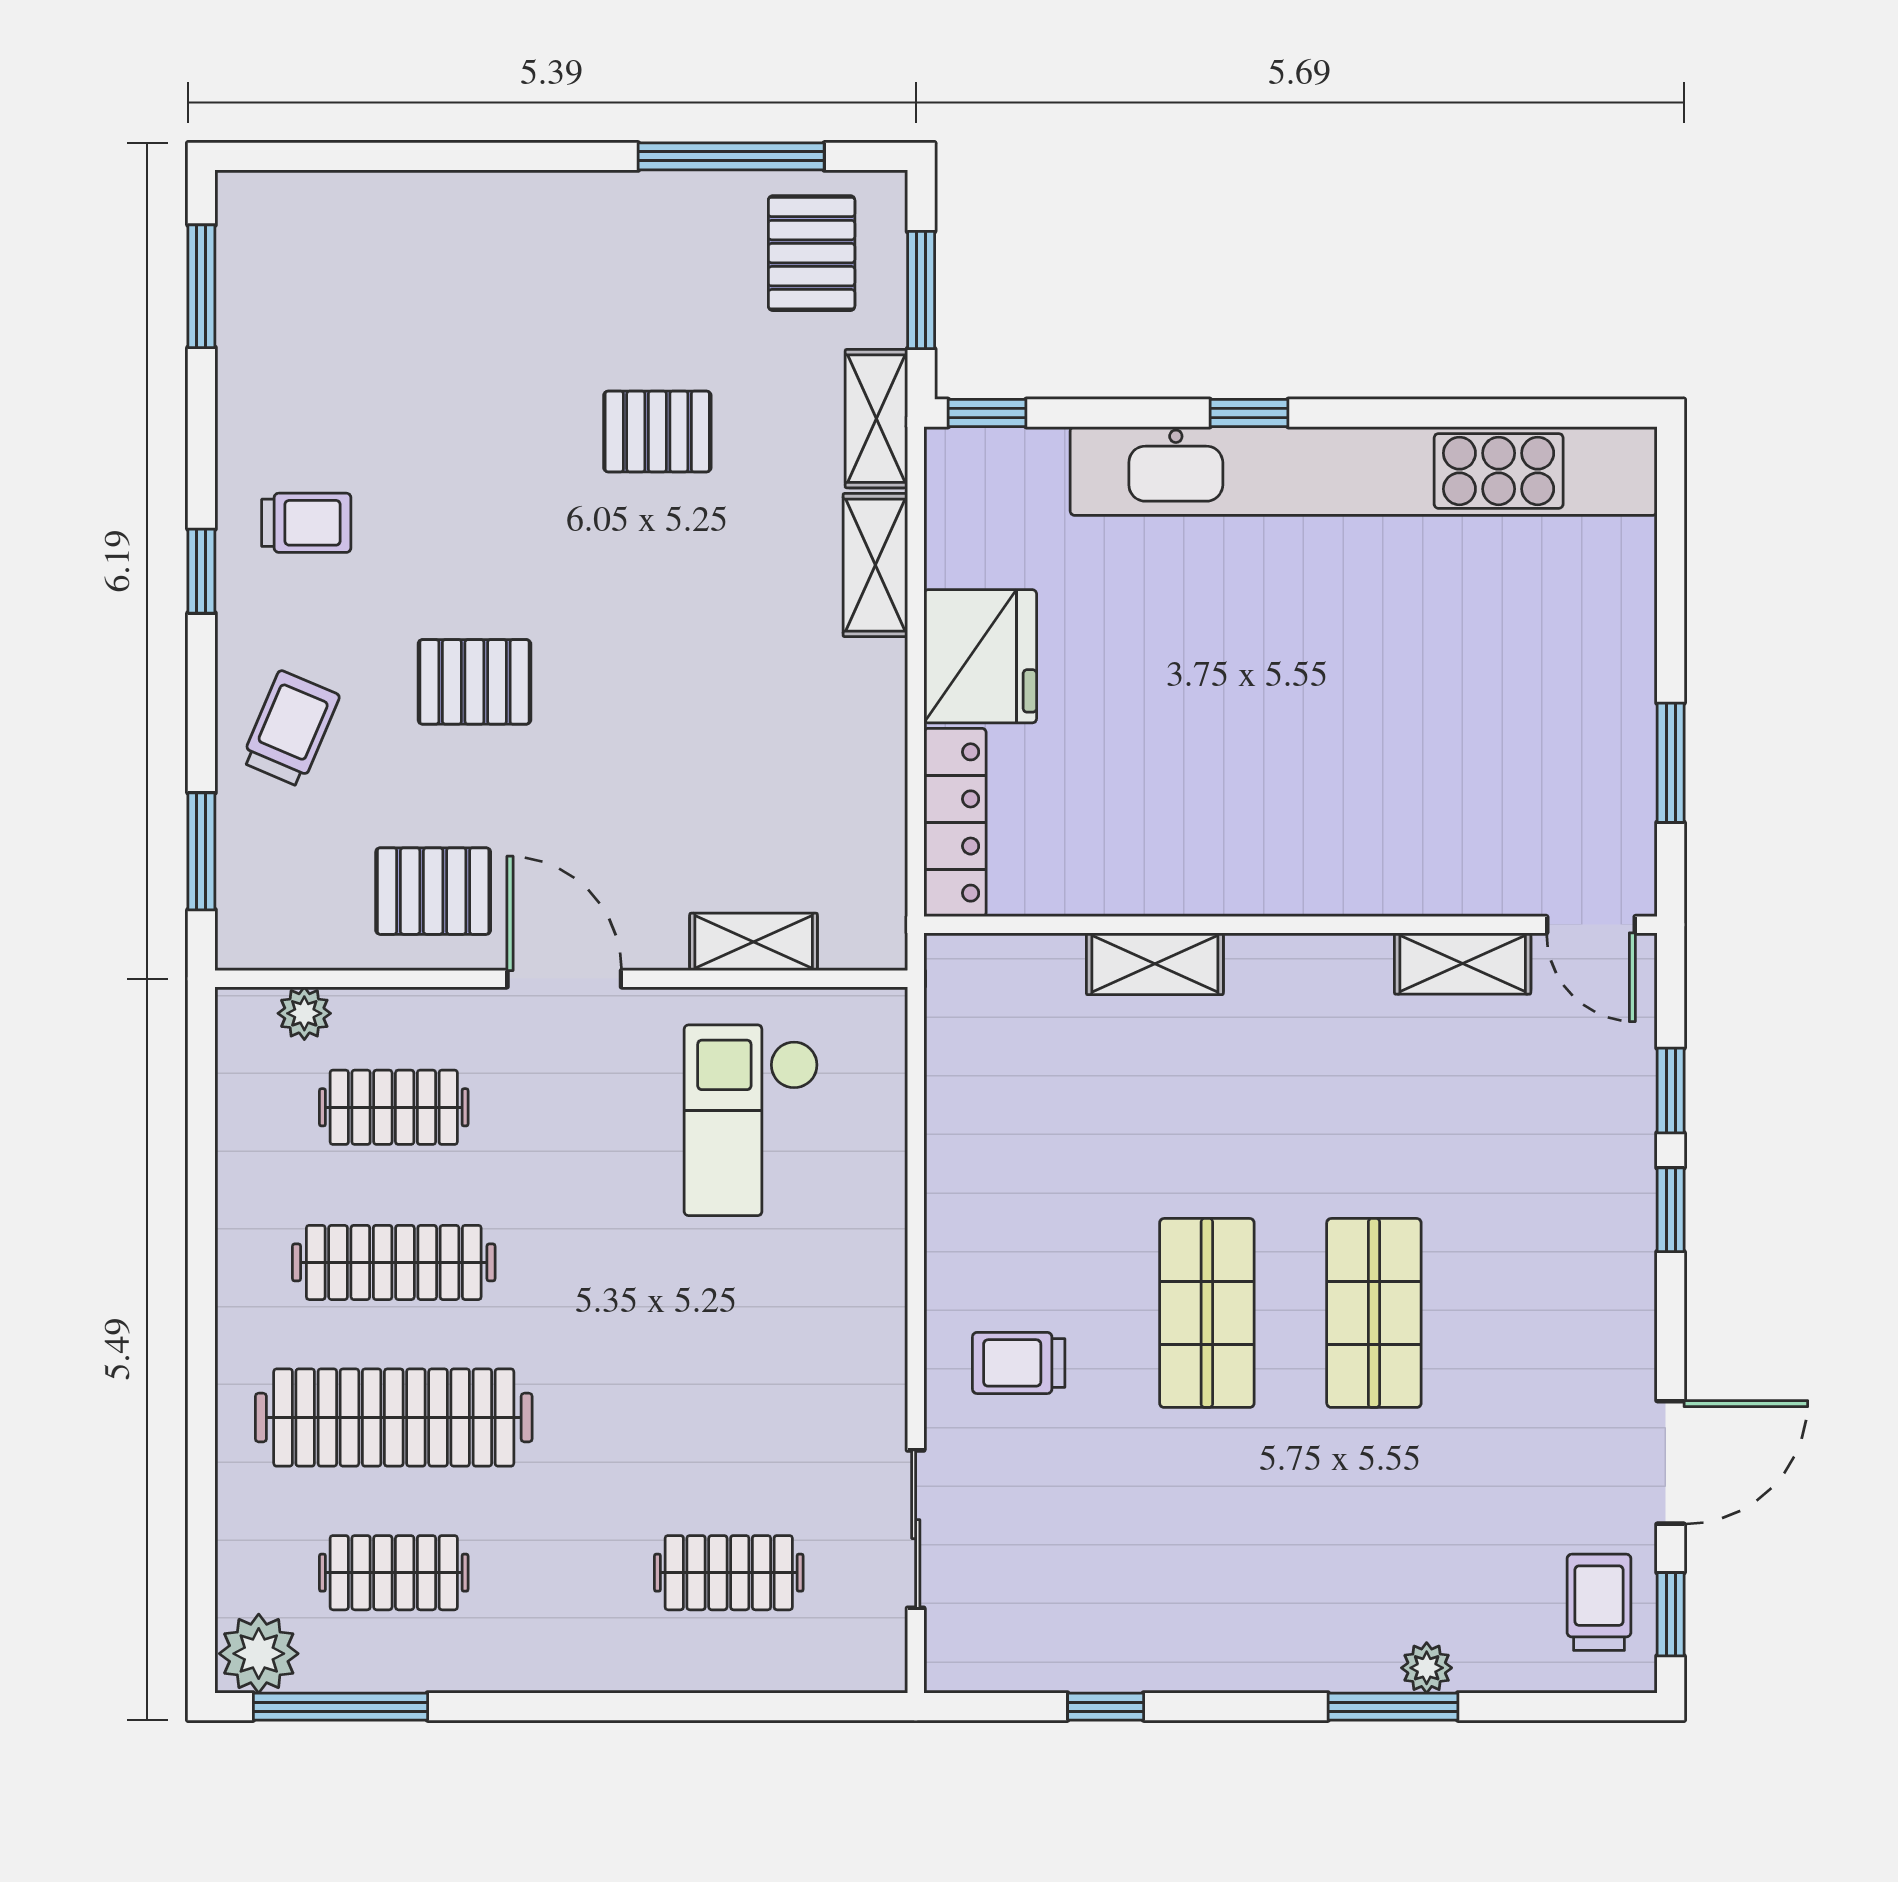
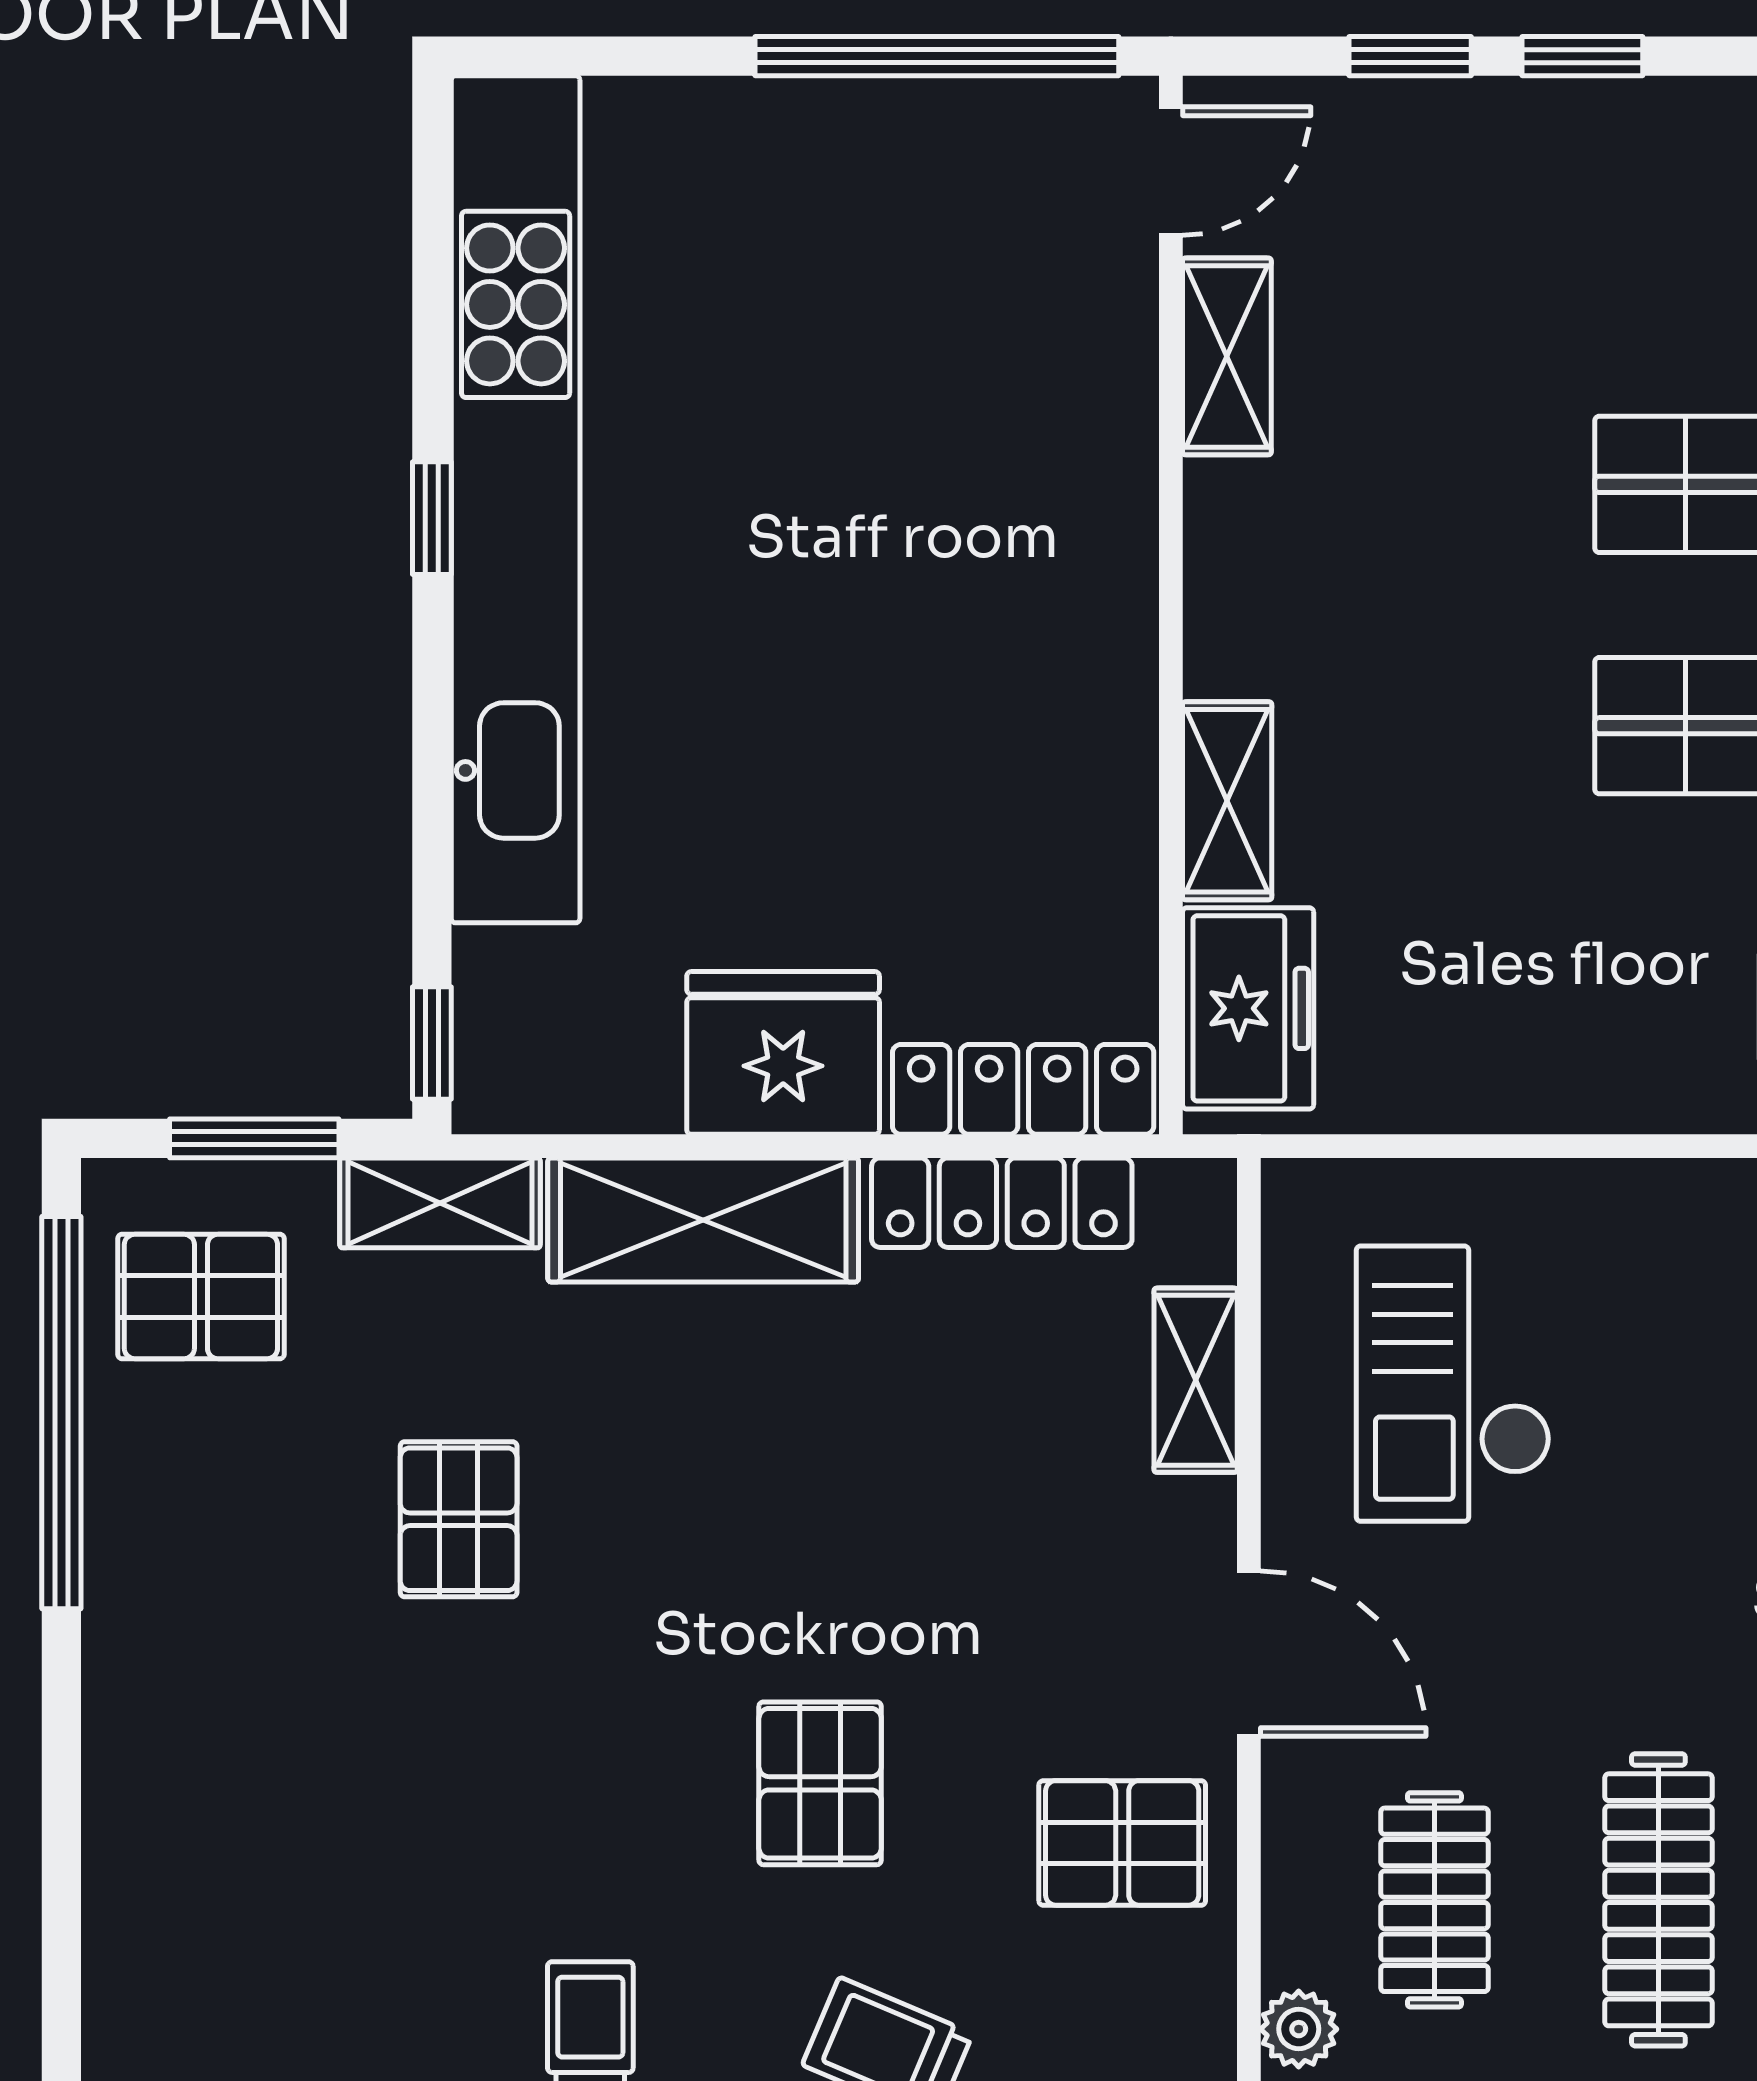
window: (731, 156) -> (61, 1413), width x1.46
window: (1249, 413) -> (432, 518), moved
shelving: (875, 565) -> (703, 1220), width x1.50, depth x1.33
window: (1671, 763) -> (937, 56), width x2.11
locker: (877, 808) -> (1002, 1203), added
pallet: (433, 891) -> (1122, 1843), turned 90
freezer: (1011, 978) -> (1248, 1008), added
door: (564, 979) -> (1249, 1654), swing flipped
checkout: (751, 1120) -> (1453, 1384), turned 90

